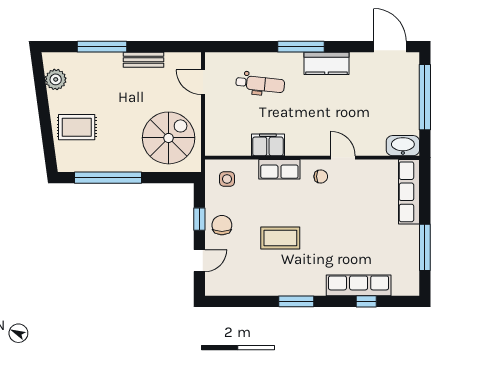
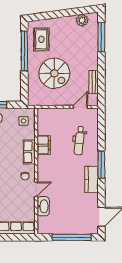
window: (102, 47) -> (101, 37), moved
bench: (143, 60) -> (94, 82), moved
rug: (77, 127) -> (41, 39), moved
spiral stairs: (169, 138) -> (54, 73), moved
washbasin: (403, 146) -> (43, 206), moved

